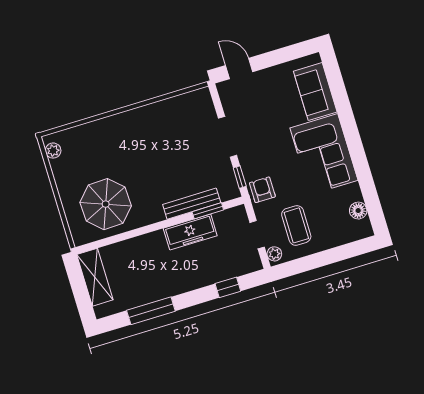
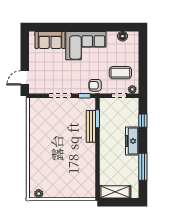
parasol: (106, 204) -> (77, 174), removed
freezer: (190, 232) -> (132, 141), moved, turned 180

